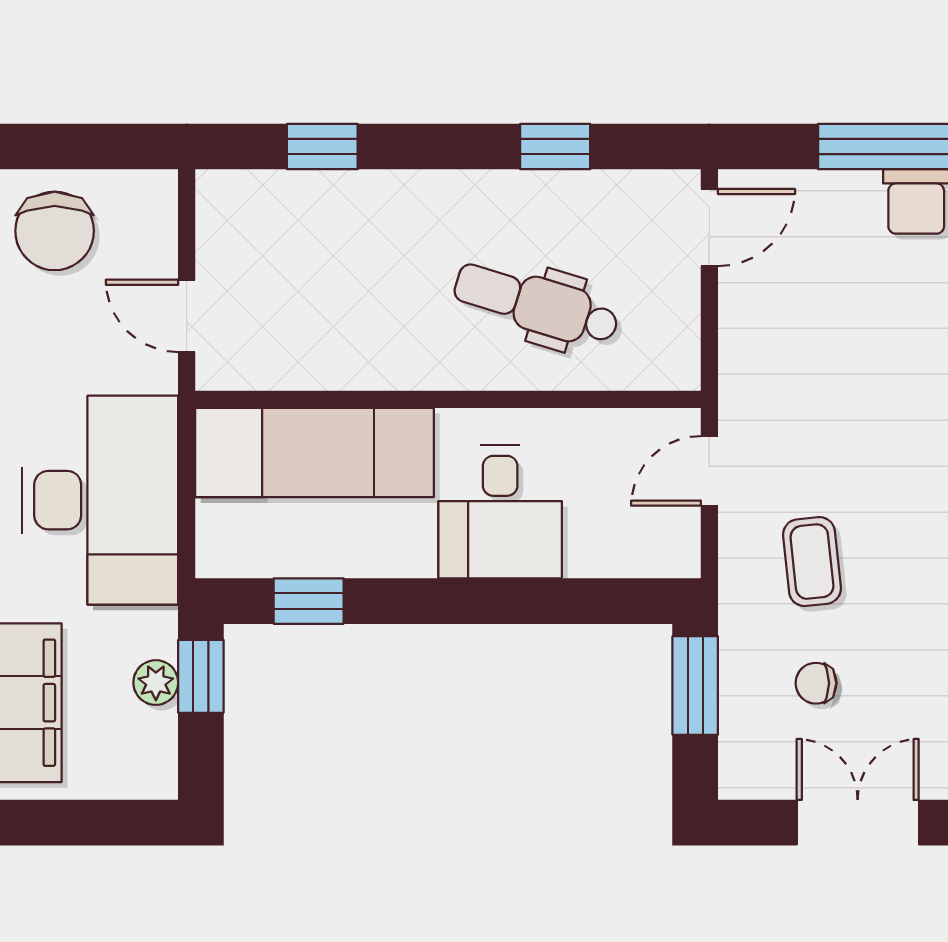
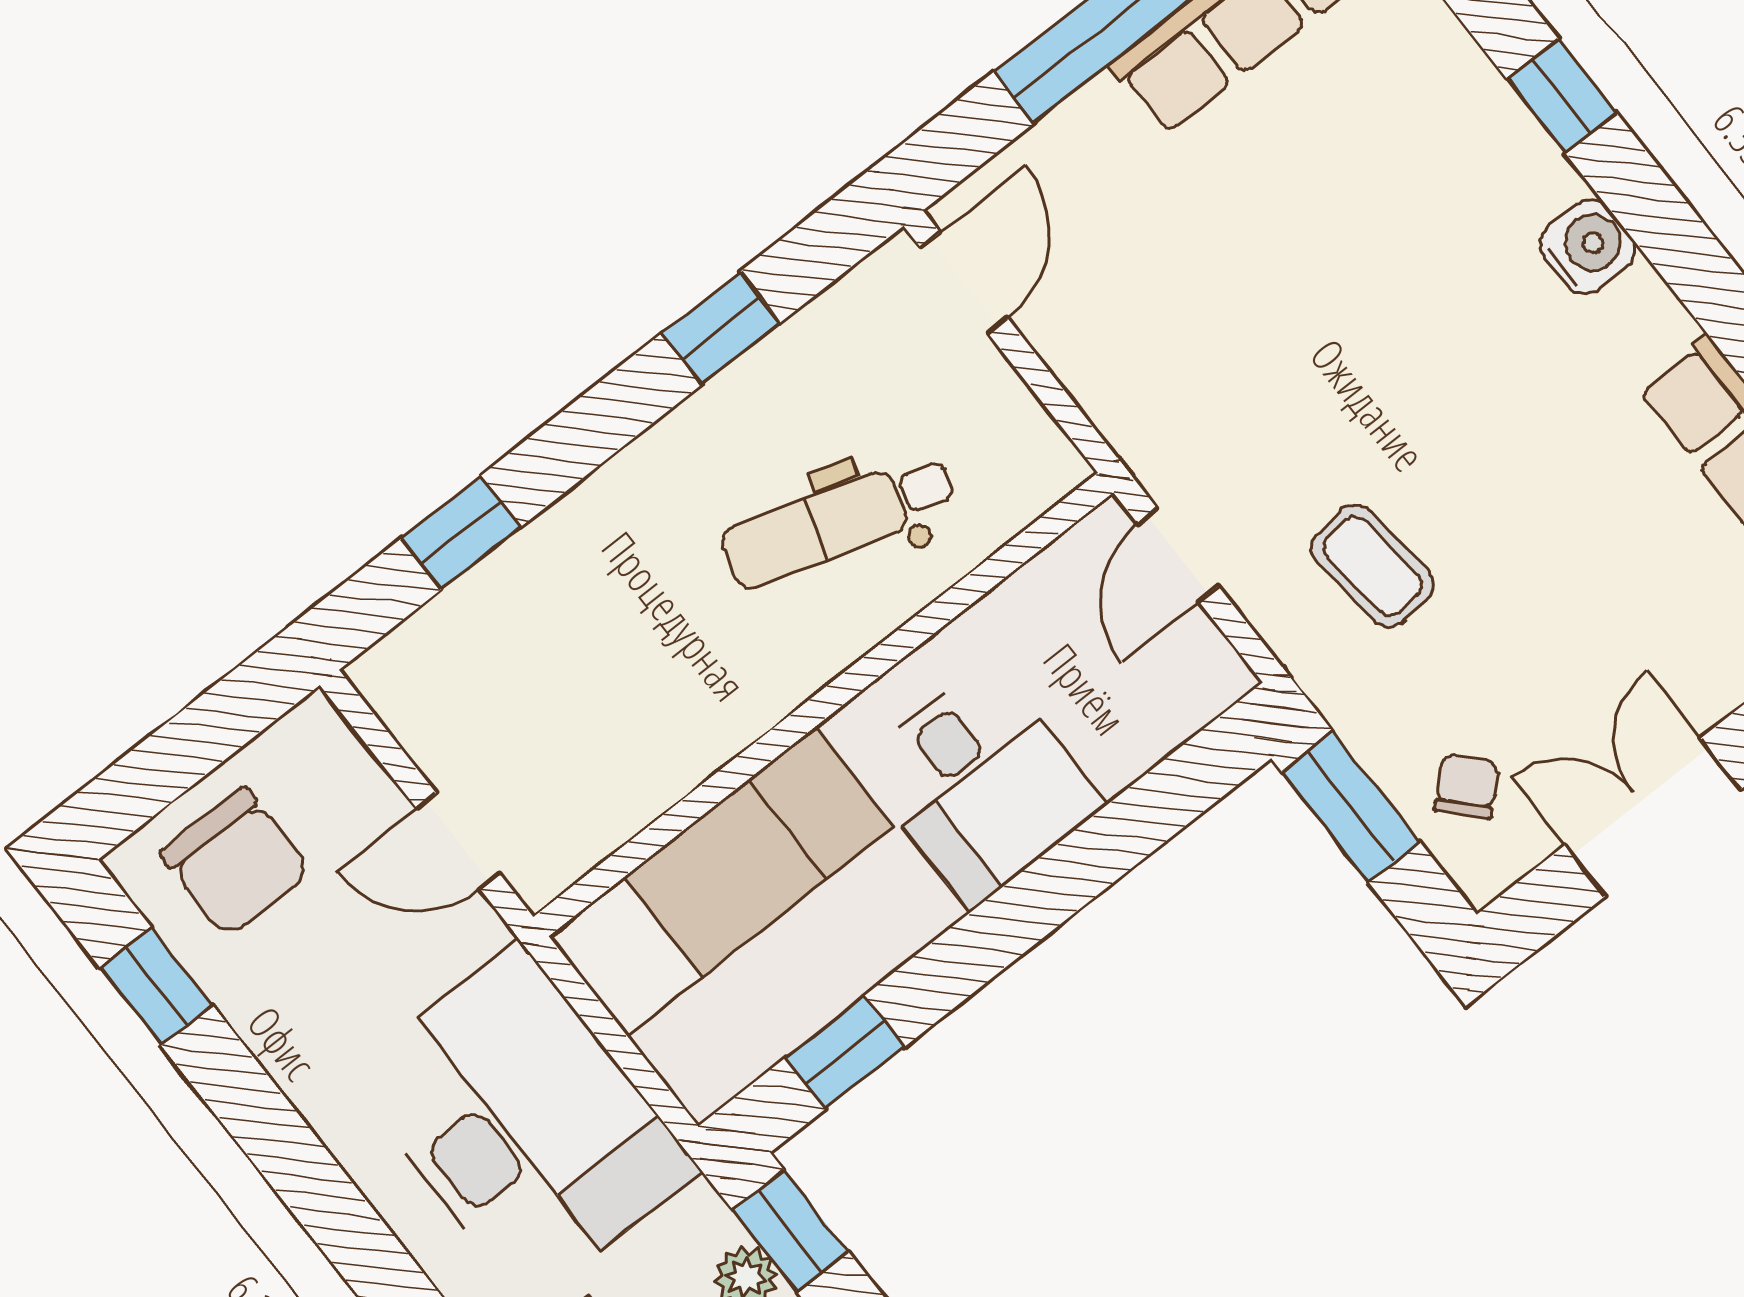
chair: (816, 683) -> (1467, 786), moved, turned 137

